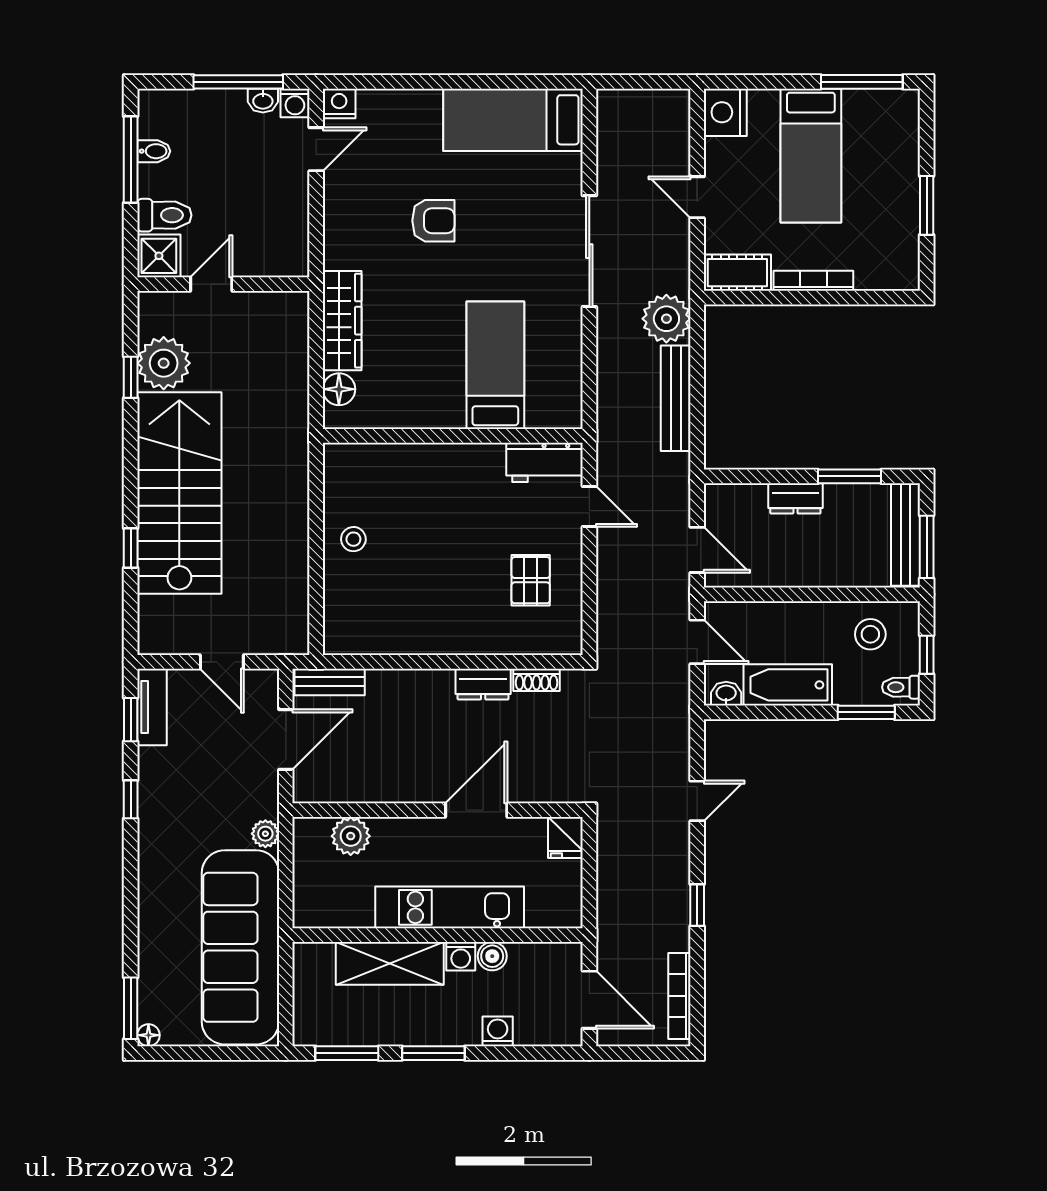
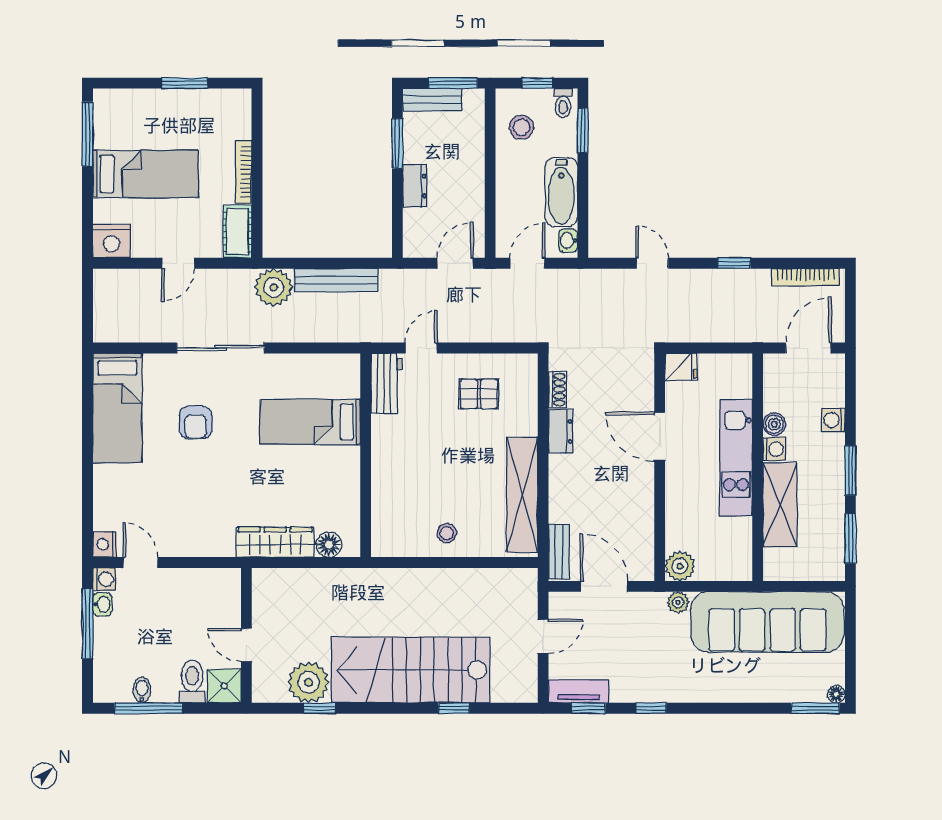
armchair: (433, 221) -> (196, 423), moved, turned 180
bench: (905, 534) -> (432, 100), width x0.73
shelving: (402, 635) -> (522, 495), added
plant: (351, 836) -> (680, 566), moved

